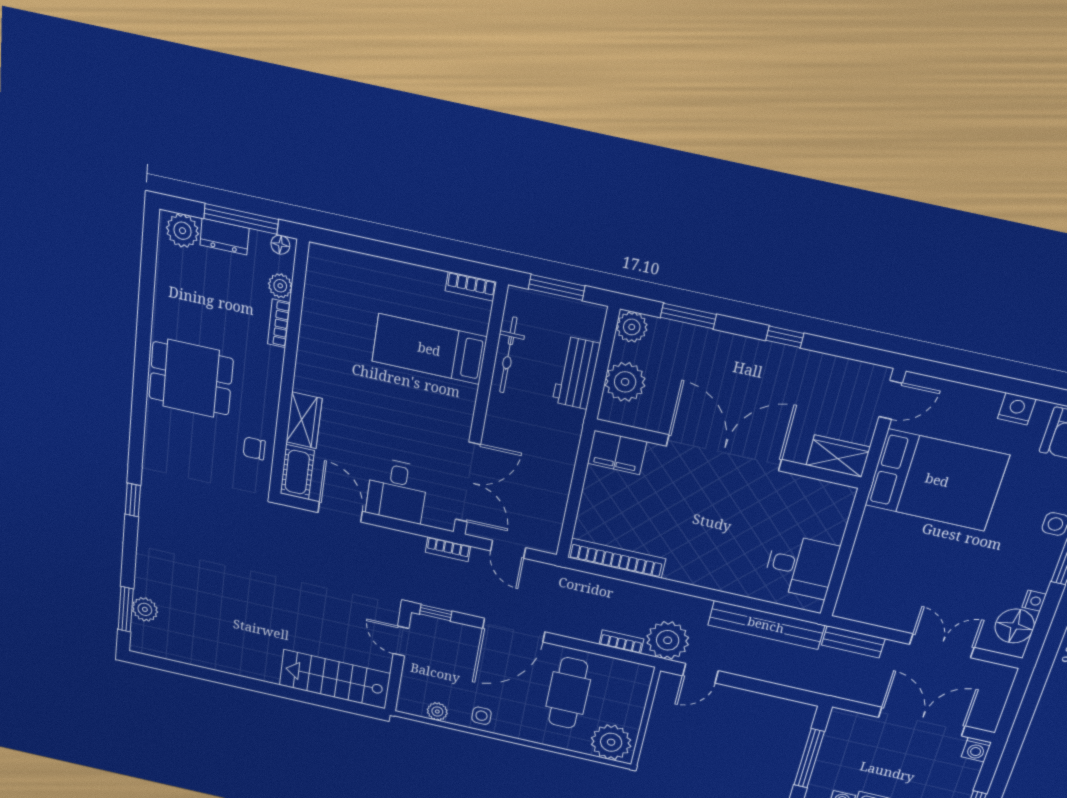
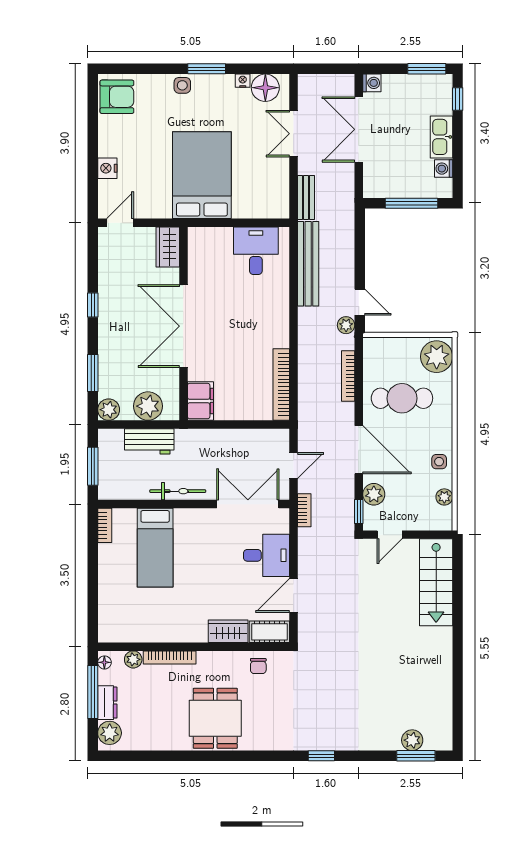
bookcase: (279, 323) -> (170, 657), width x1.56
bicycle: (508, 355) -> (178, 491), moved
door: (891, 400) -> (120, 223), hinge flipped
nightstand: (1017, 409) -> (107, 168), moved
bed: (937, 480) -> (202, 175), moved
plant: (454, 635) -> (374, 494), added
plant: (668, 640) -> (346, 325), width x0.53, depth x0.53
bookcase: (621, 642) -> (348, 376), width x1.56

